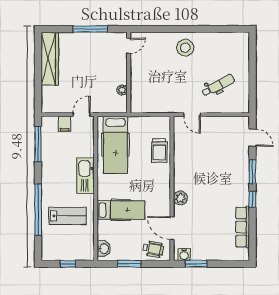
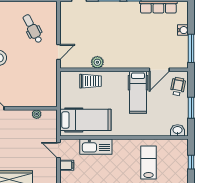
kitchen sink: (85, 176) -> (96, 147), moved
plant: (180, 198) -> (97, 62), moved
hospital bed: (121, 210) -> (138, 92), moved, turned 180
water cooler: (184, 255) -> (183, 30), moved
window: (196, 264) -> (191, 48), width x1.44

